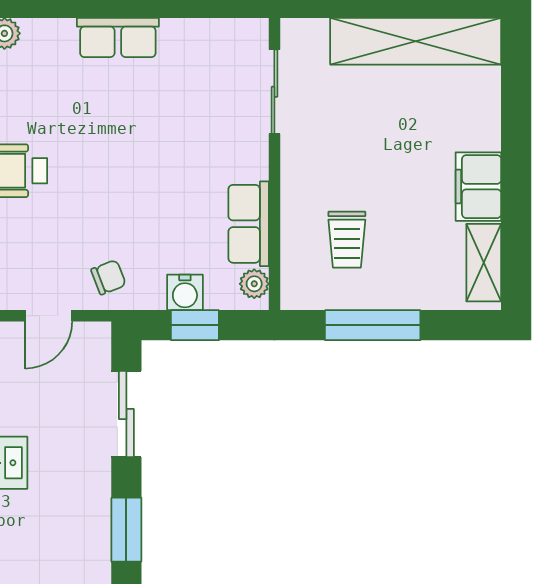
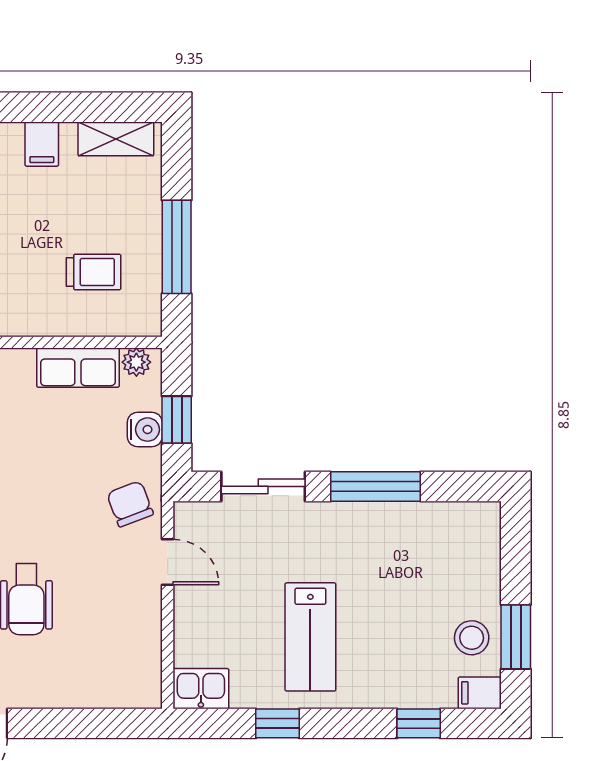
filing cabinet: (478, 187) -> (42, 144), width x0.50
chair: (109, 277) -> (130, 504), width x1.37, depth x1.37
window: (126, 530) -> (375, 486), width x1.44

